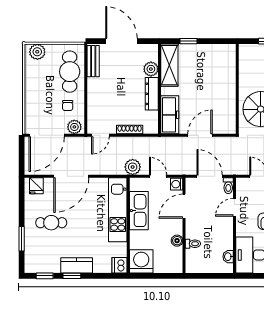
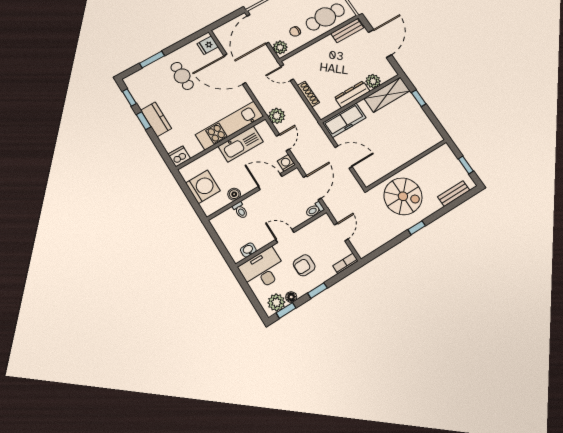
door: (47, 135) -> (258, 29), hinge flipped
door: (235, 207) -> (285, 236), moved
washing machine: (141, 261) -> (203, 187), moved

